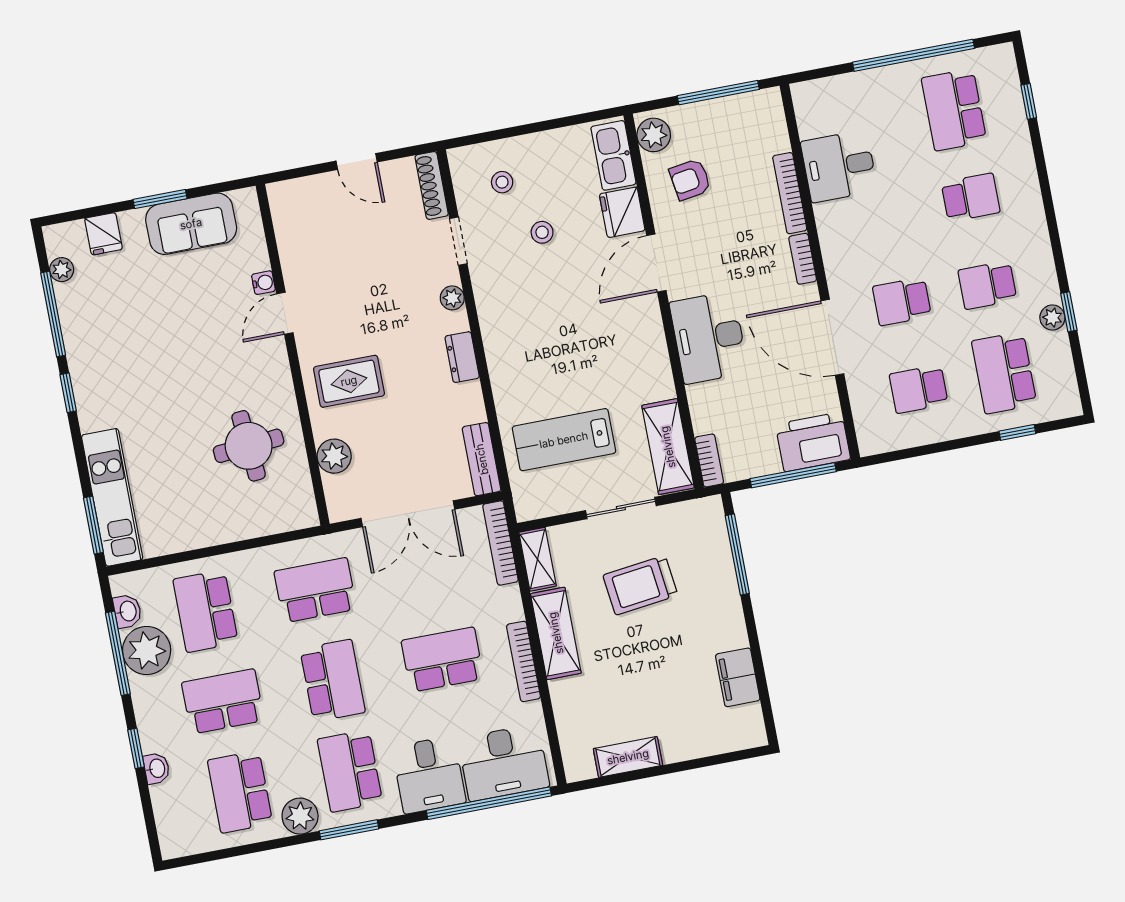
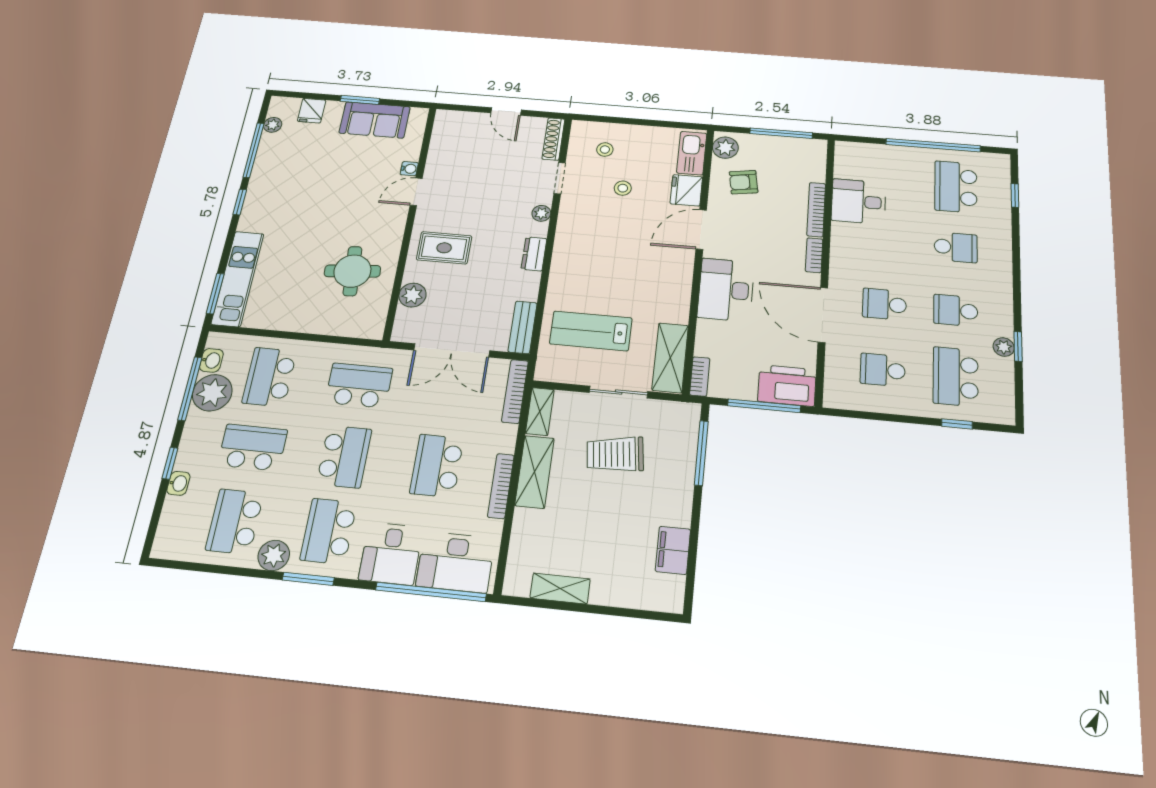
school desk: (442, 660) -> (437, 466), turned -90

